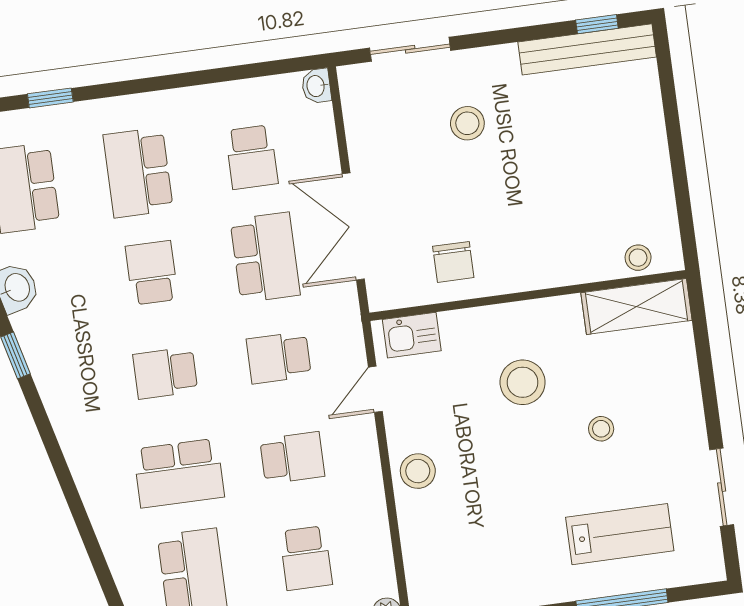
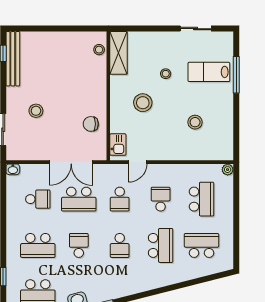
school desk: (265, 257) -> (79, 199), turned 180
chair: (453, 262) -> (91, 124), turned 180
school desk: (152, 273) -> (79, 245), turned 90
door: (375, 389) -> (138, 162), hinge flipped
stool: (418, 471) -> (195, 122), moved
lab bench: (620, 534) -> (209, 72), turned -90
school desk: (306, 558) -> (202, 199), width x1.85

